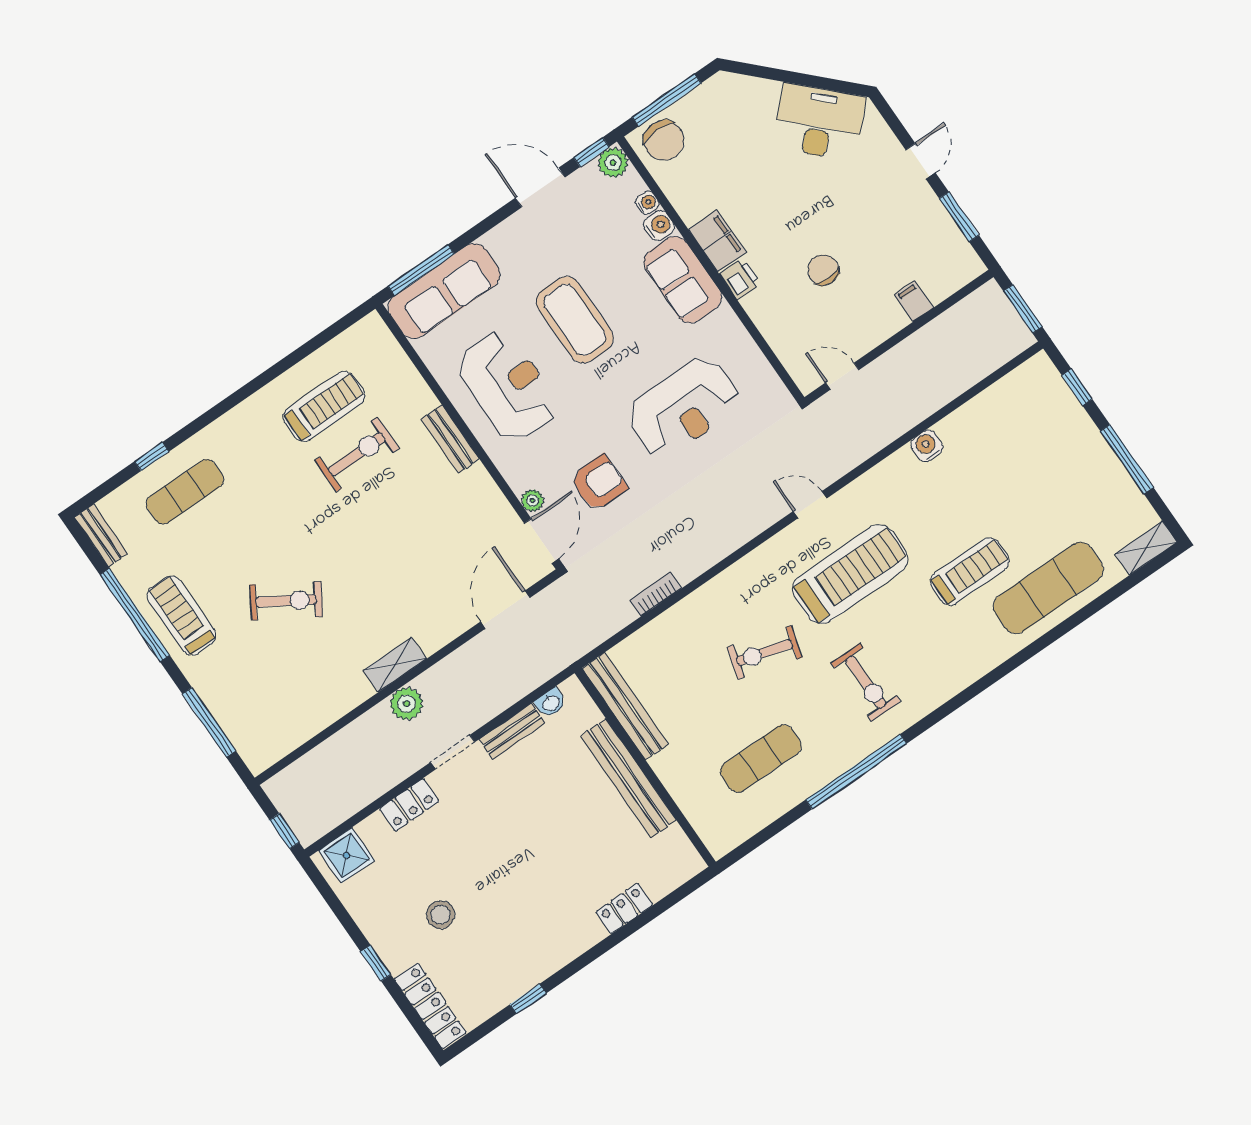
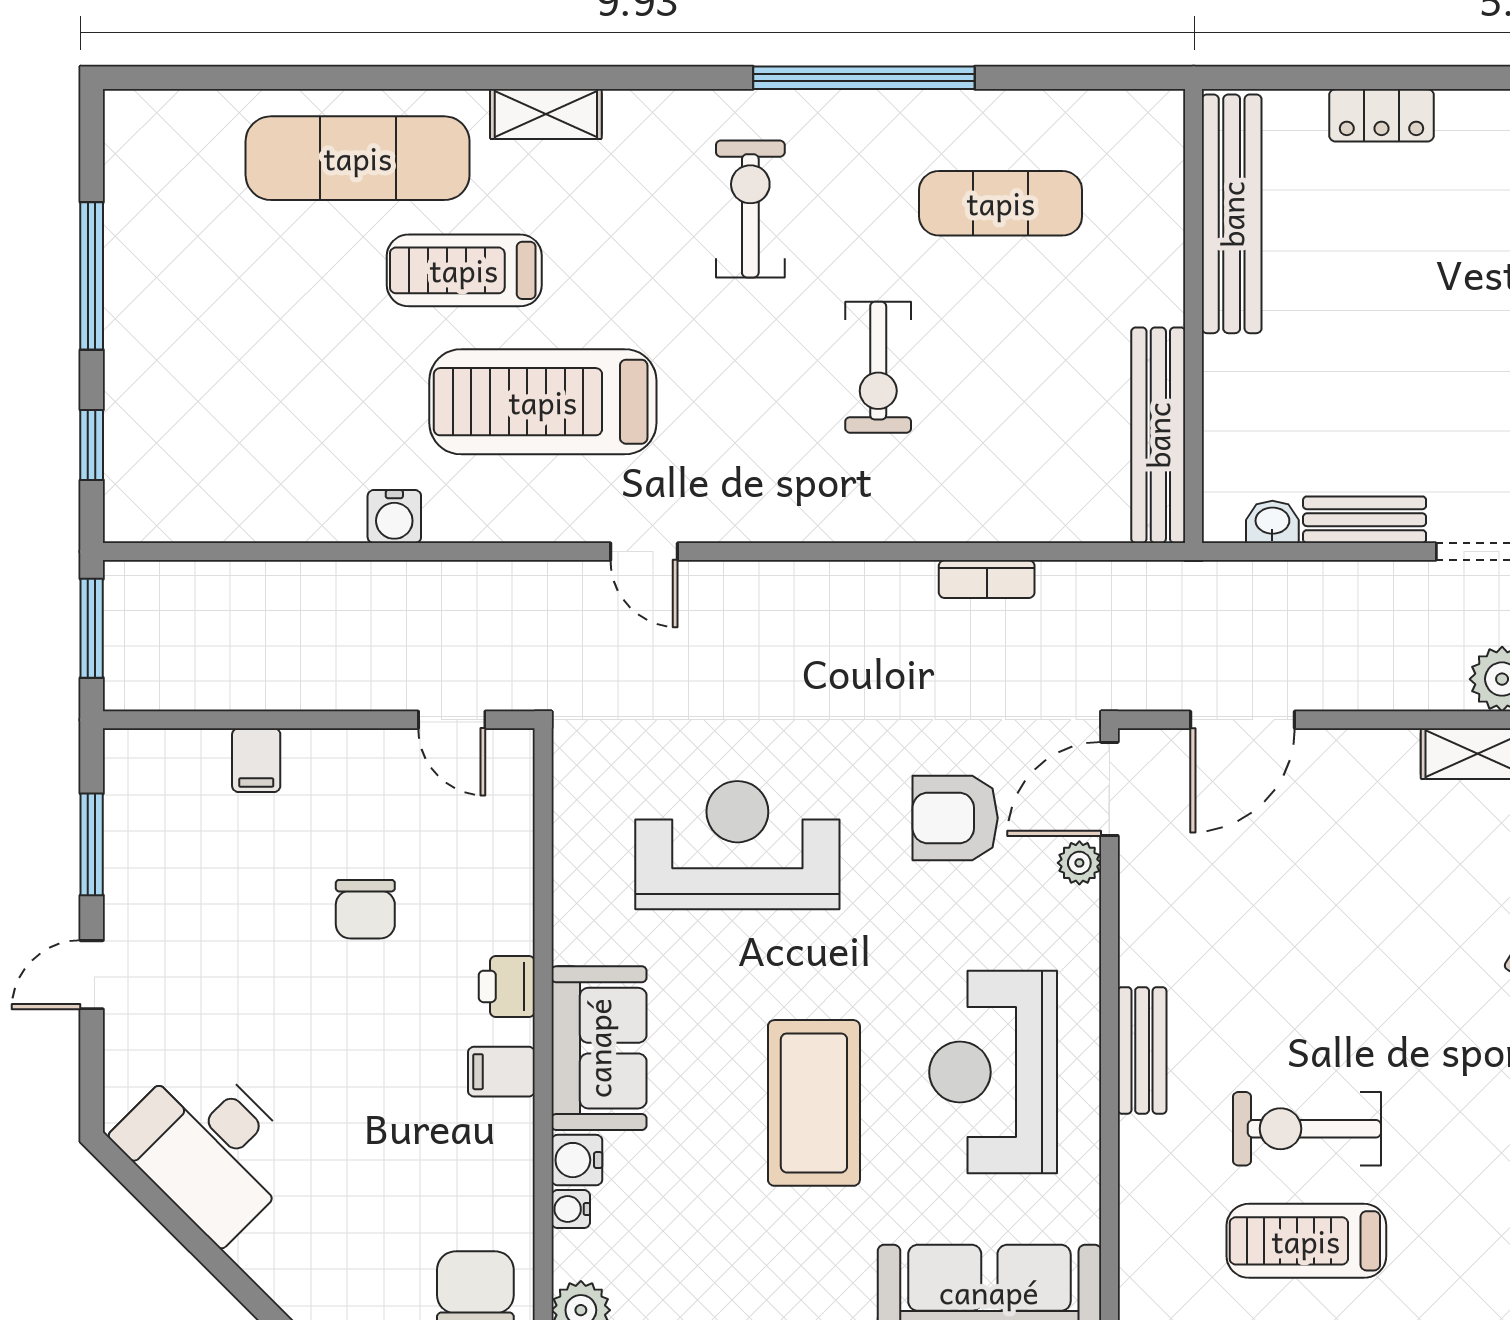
filing cabinet: (717, 241) -> (501, 1072), width x0.50
shelving: (1146, 548) -> (546, 114), moved
treadmill: (850, 574) -> (543, 402), moved
exercise bike: (765, 652) -> (878, 367), turned 74
bench: (629, 778) -> (1232, 214), moved

